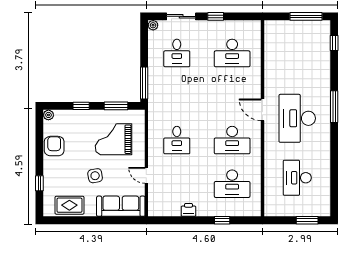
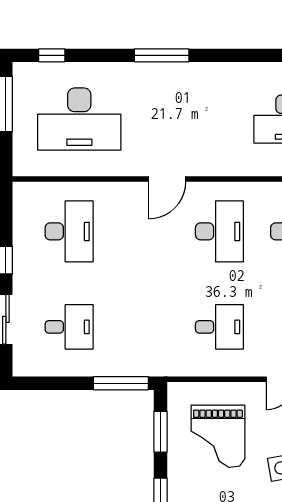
plant: (153, 25) -> (21, 368), removed
desk: (297, 118) -> (79, 119), moved

